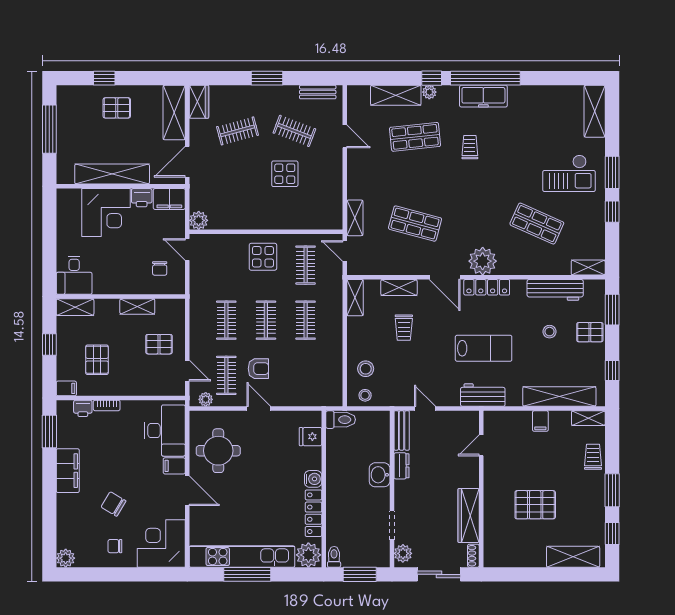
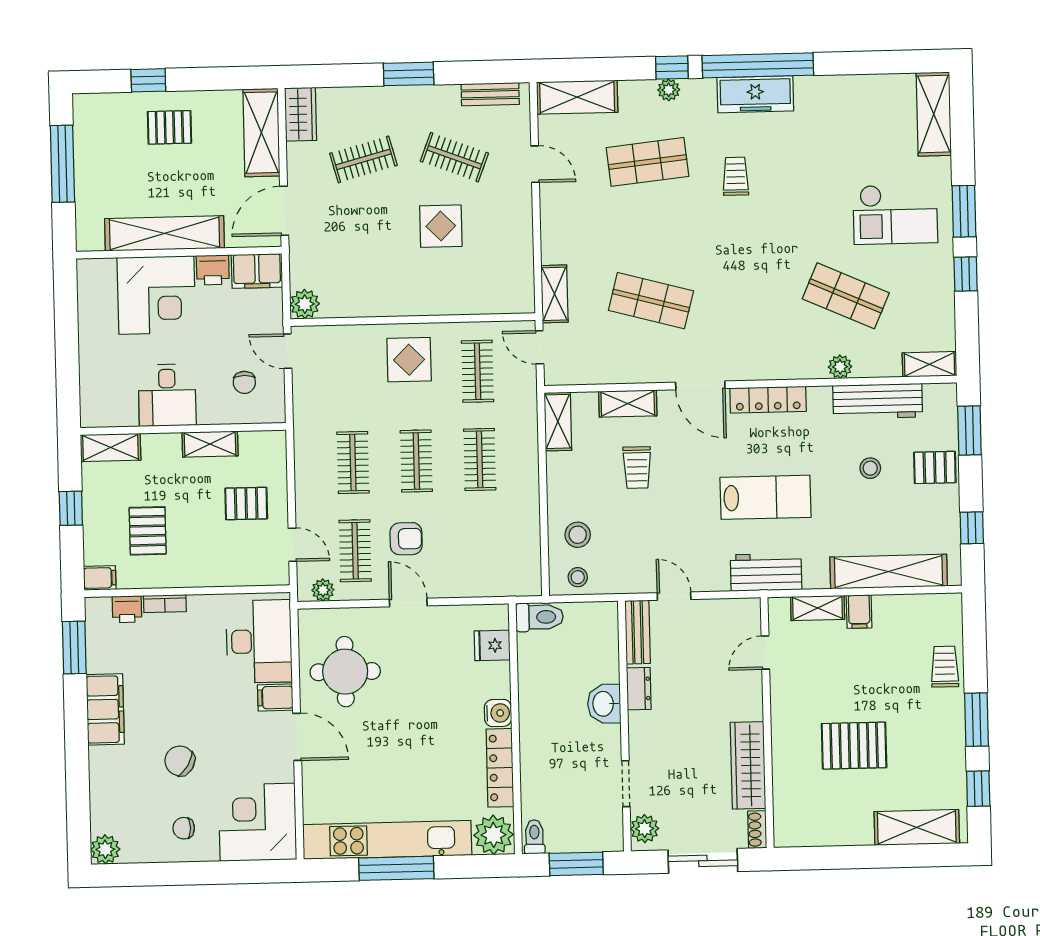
shelving: (396, 95) -> (577, 97), moved
plant: (483, 261) -> (840, 367), moved, width x0.53, depth x0.53
desk: (74, 275) -> (167, 395), moved
shelving: (588, 418) -> (818, 608), moved

